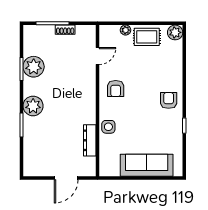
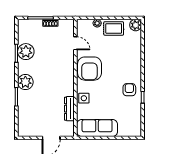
door: (98, 56) -> (75, 43), hinge flipped
armchair: (116, 89) -> (89, 69), width x1.88, depth x1.88
armchair: (169, 100) -> (129, 90), moved
sofa: (147, 165) -> (97, 128), moved

